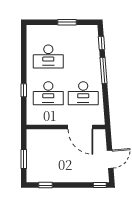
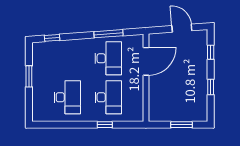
window: (104, 70) -> (108, 34), moved
window: (45, 185) -> (211, 87), moved
window: (100, 185) -> (211, 52), moved

